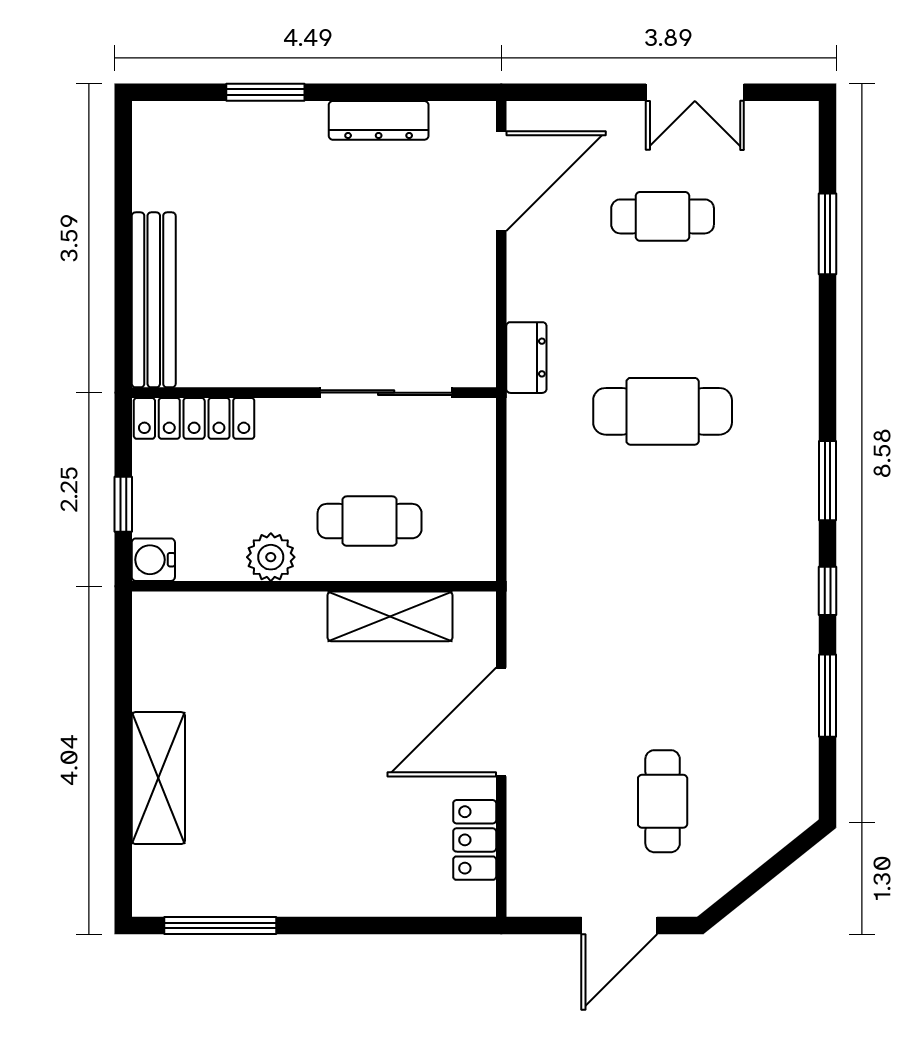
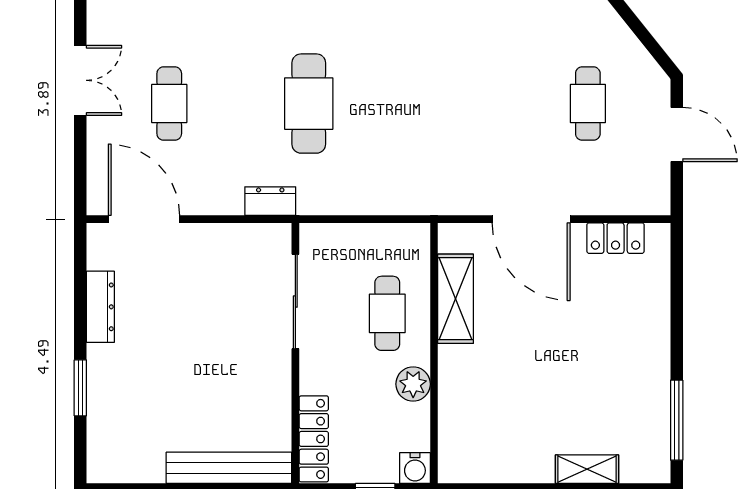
shelving: (158, 778) -> (587, 469), width x0.67, depth x0.75
cafe table: (663, 801) -> (588, 104), turned 90

